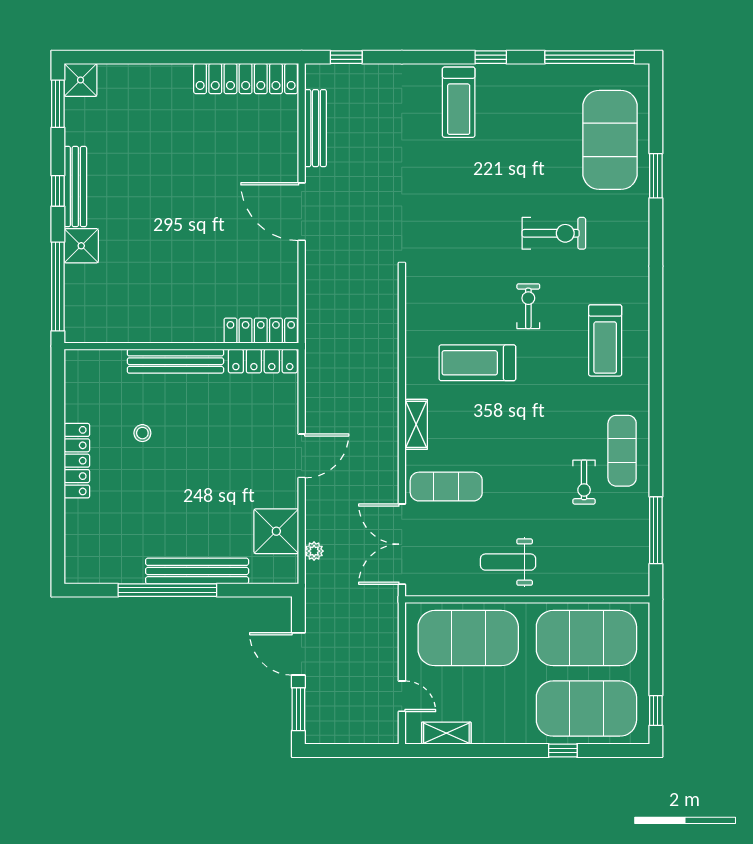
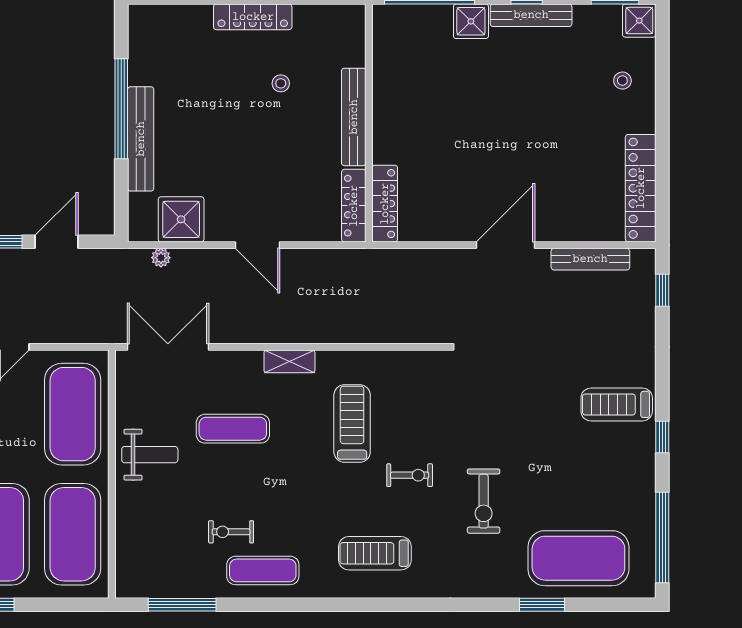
stool: (140, 97) -> (622, 81), added
exercise mat: (446, 487) -> (233, 429), moved, turned 90
weight bench: (508, 562) -> (150, 455), turned 90

